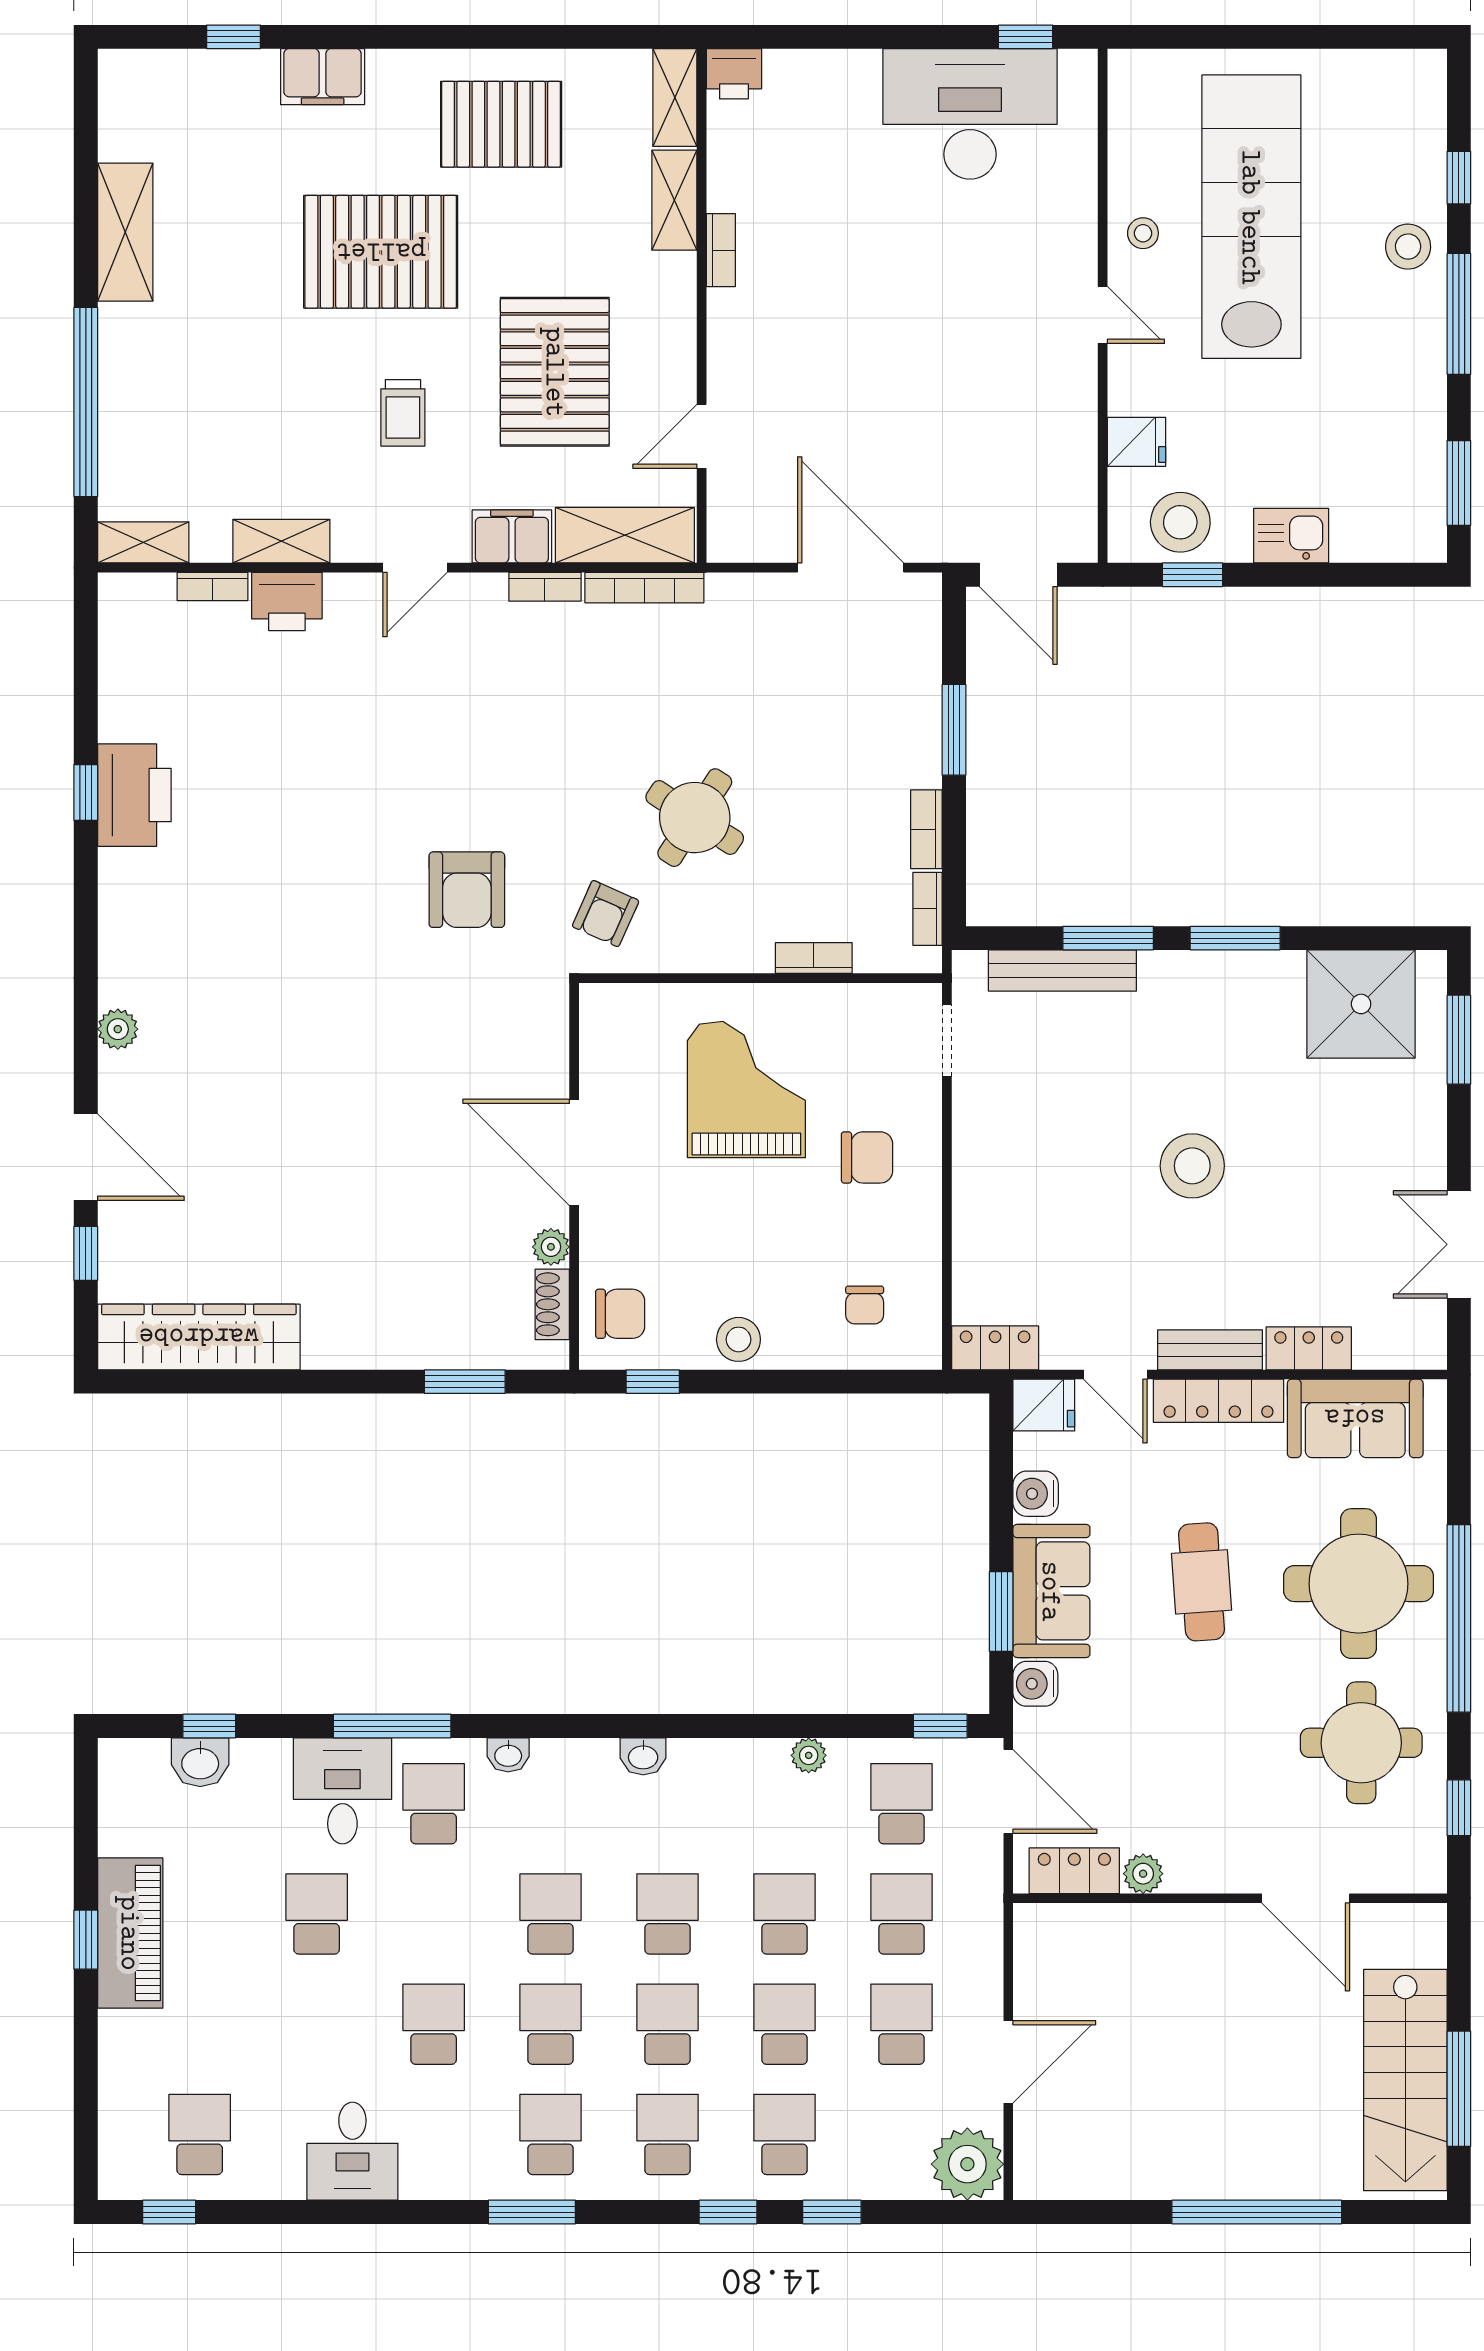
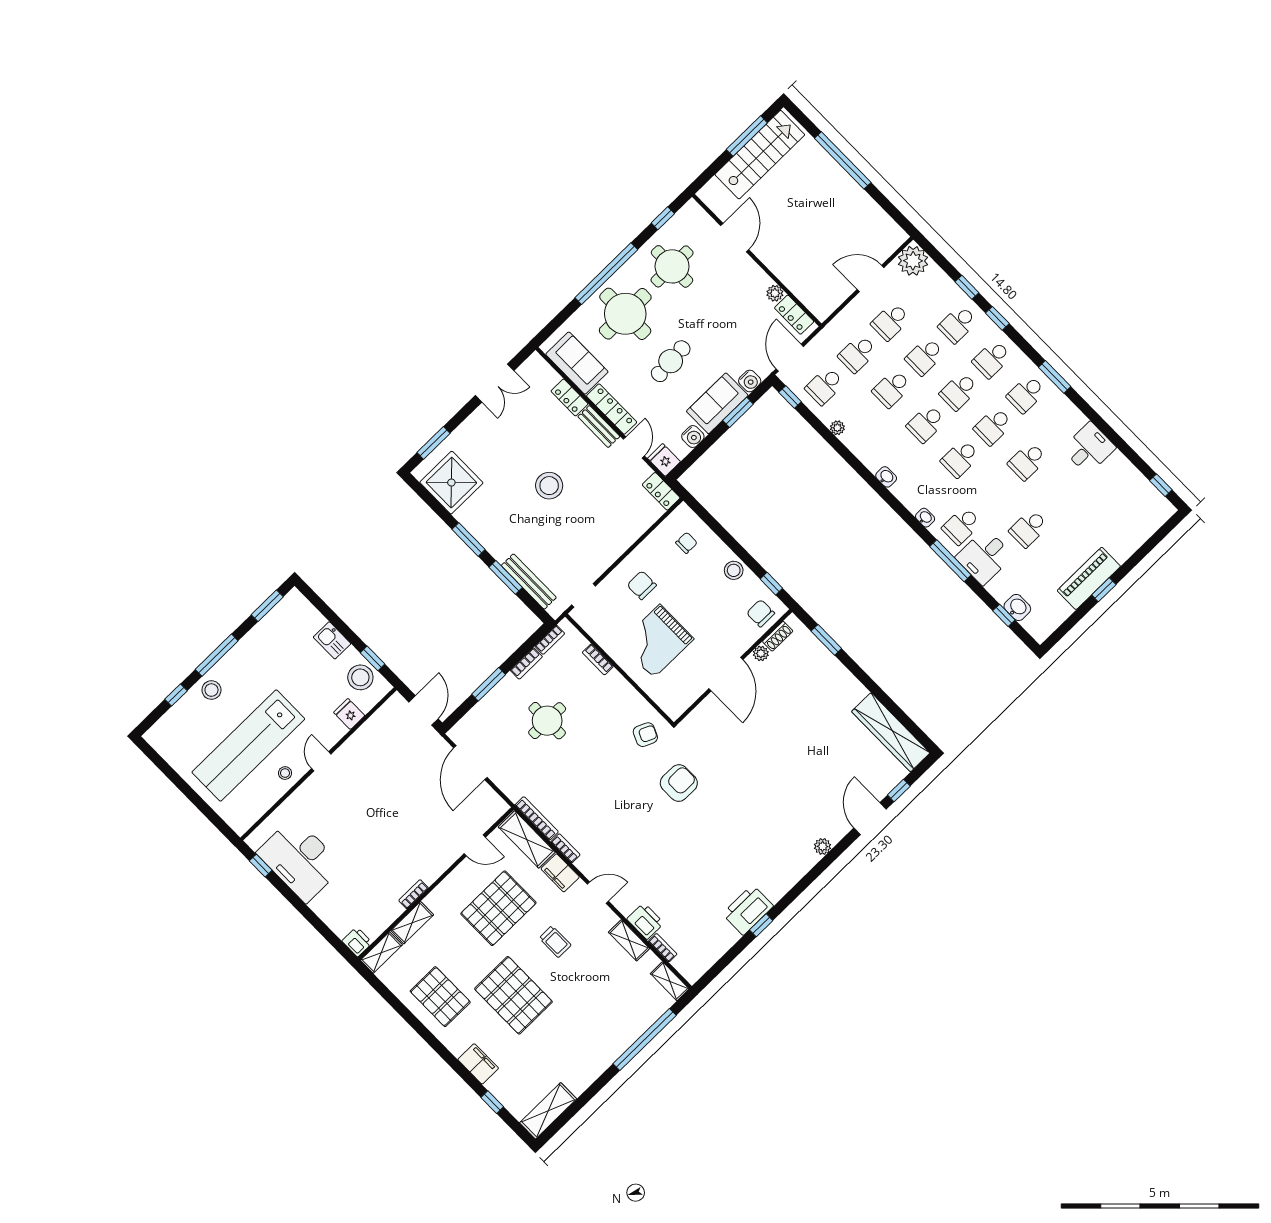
shelving: (125, 232) -> (548, 1111), moved
trolley: (403, 413) -> (555, 942), turned 90
round table: (695, 818) -> (547, 721), moved, turned -33
school desk: (200, 2134) -> (1129, 499), removed

